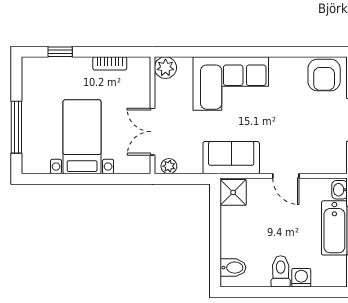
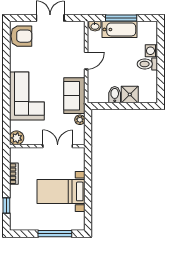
double door: (153, 132) -> (58, 146), swing flipped
plant: (169, 166) -> (80, 120), moved
shower: (233, 192) -> (130, 94), moved
bidet: (233, 268) -> (115, 95), moved

